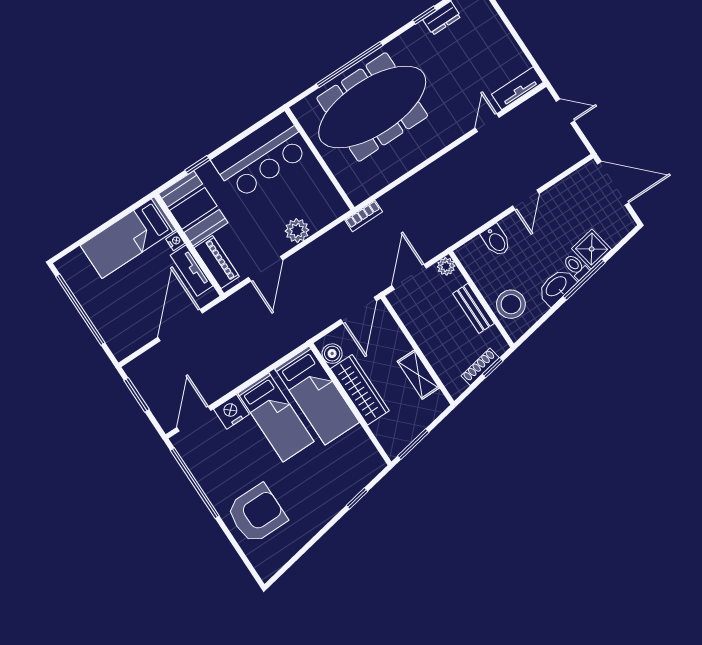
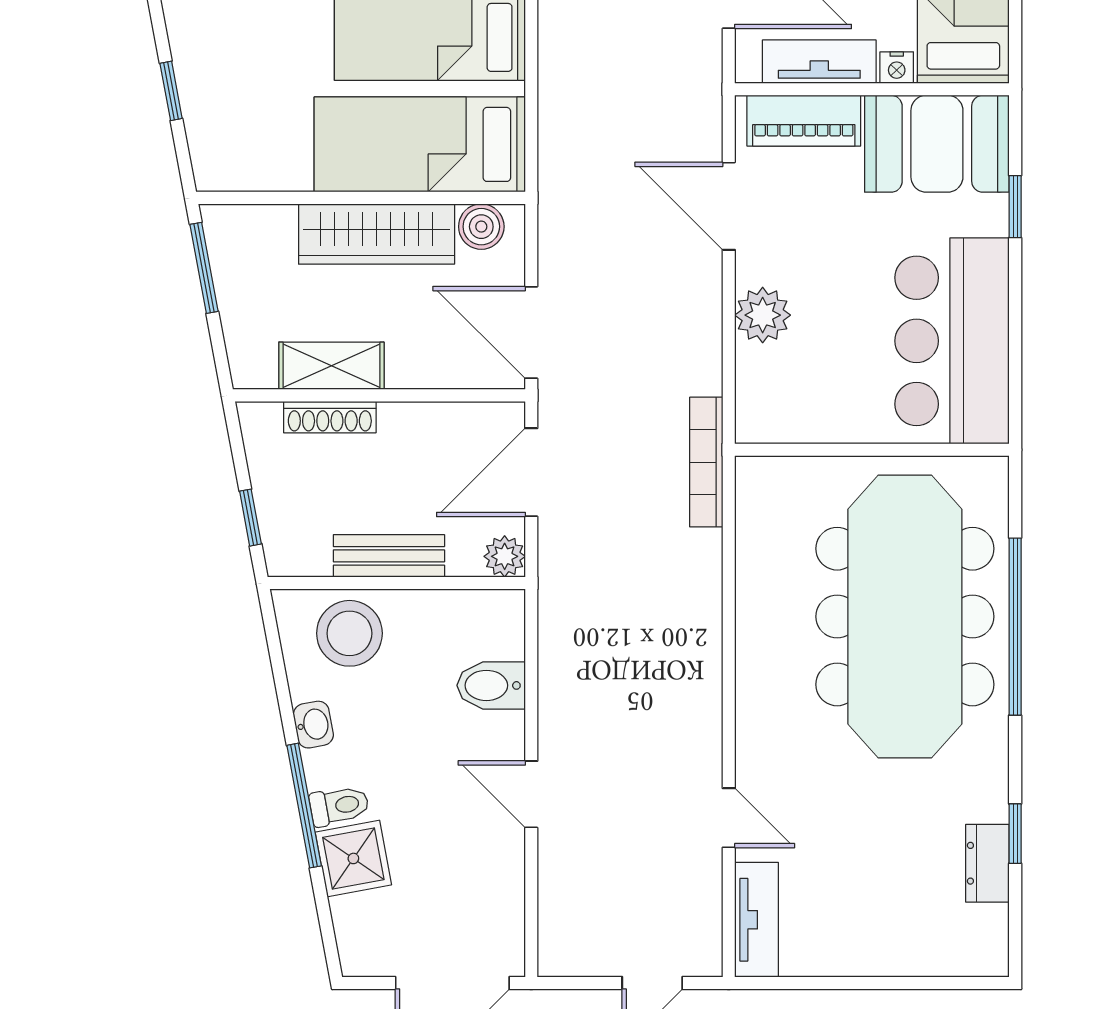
bookcase: (364, 216) -> (706, 462), width x1.56
door: (409, 277) -> (531, 472), swing flipped
washbasin: (557, 287) -> (313, 725), width x0.52, depth x0.69
shoe rack: (480, 367) -> (330, 417), moved, turned 101

